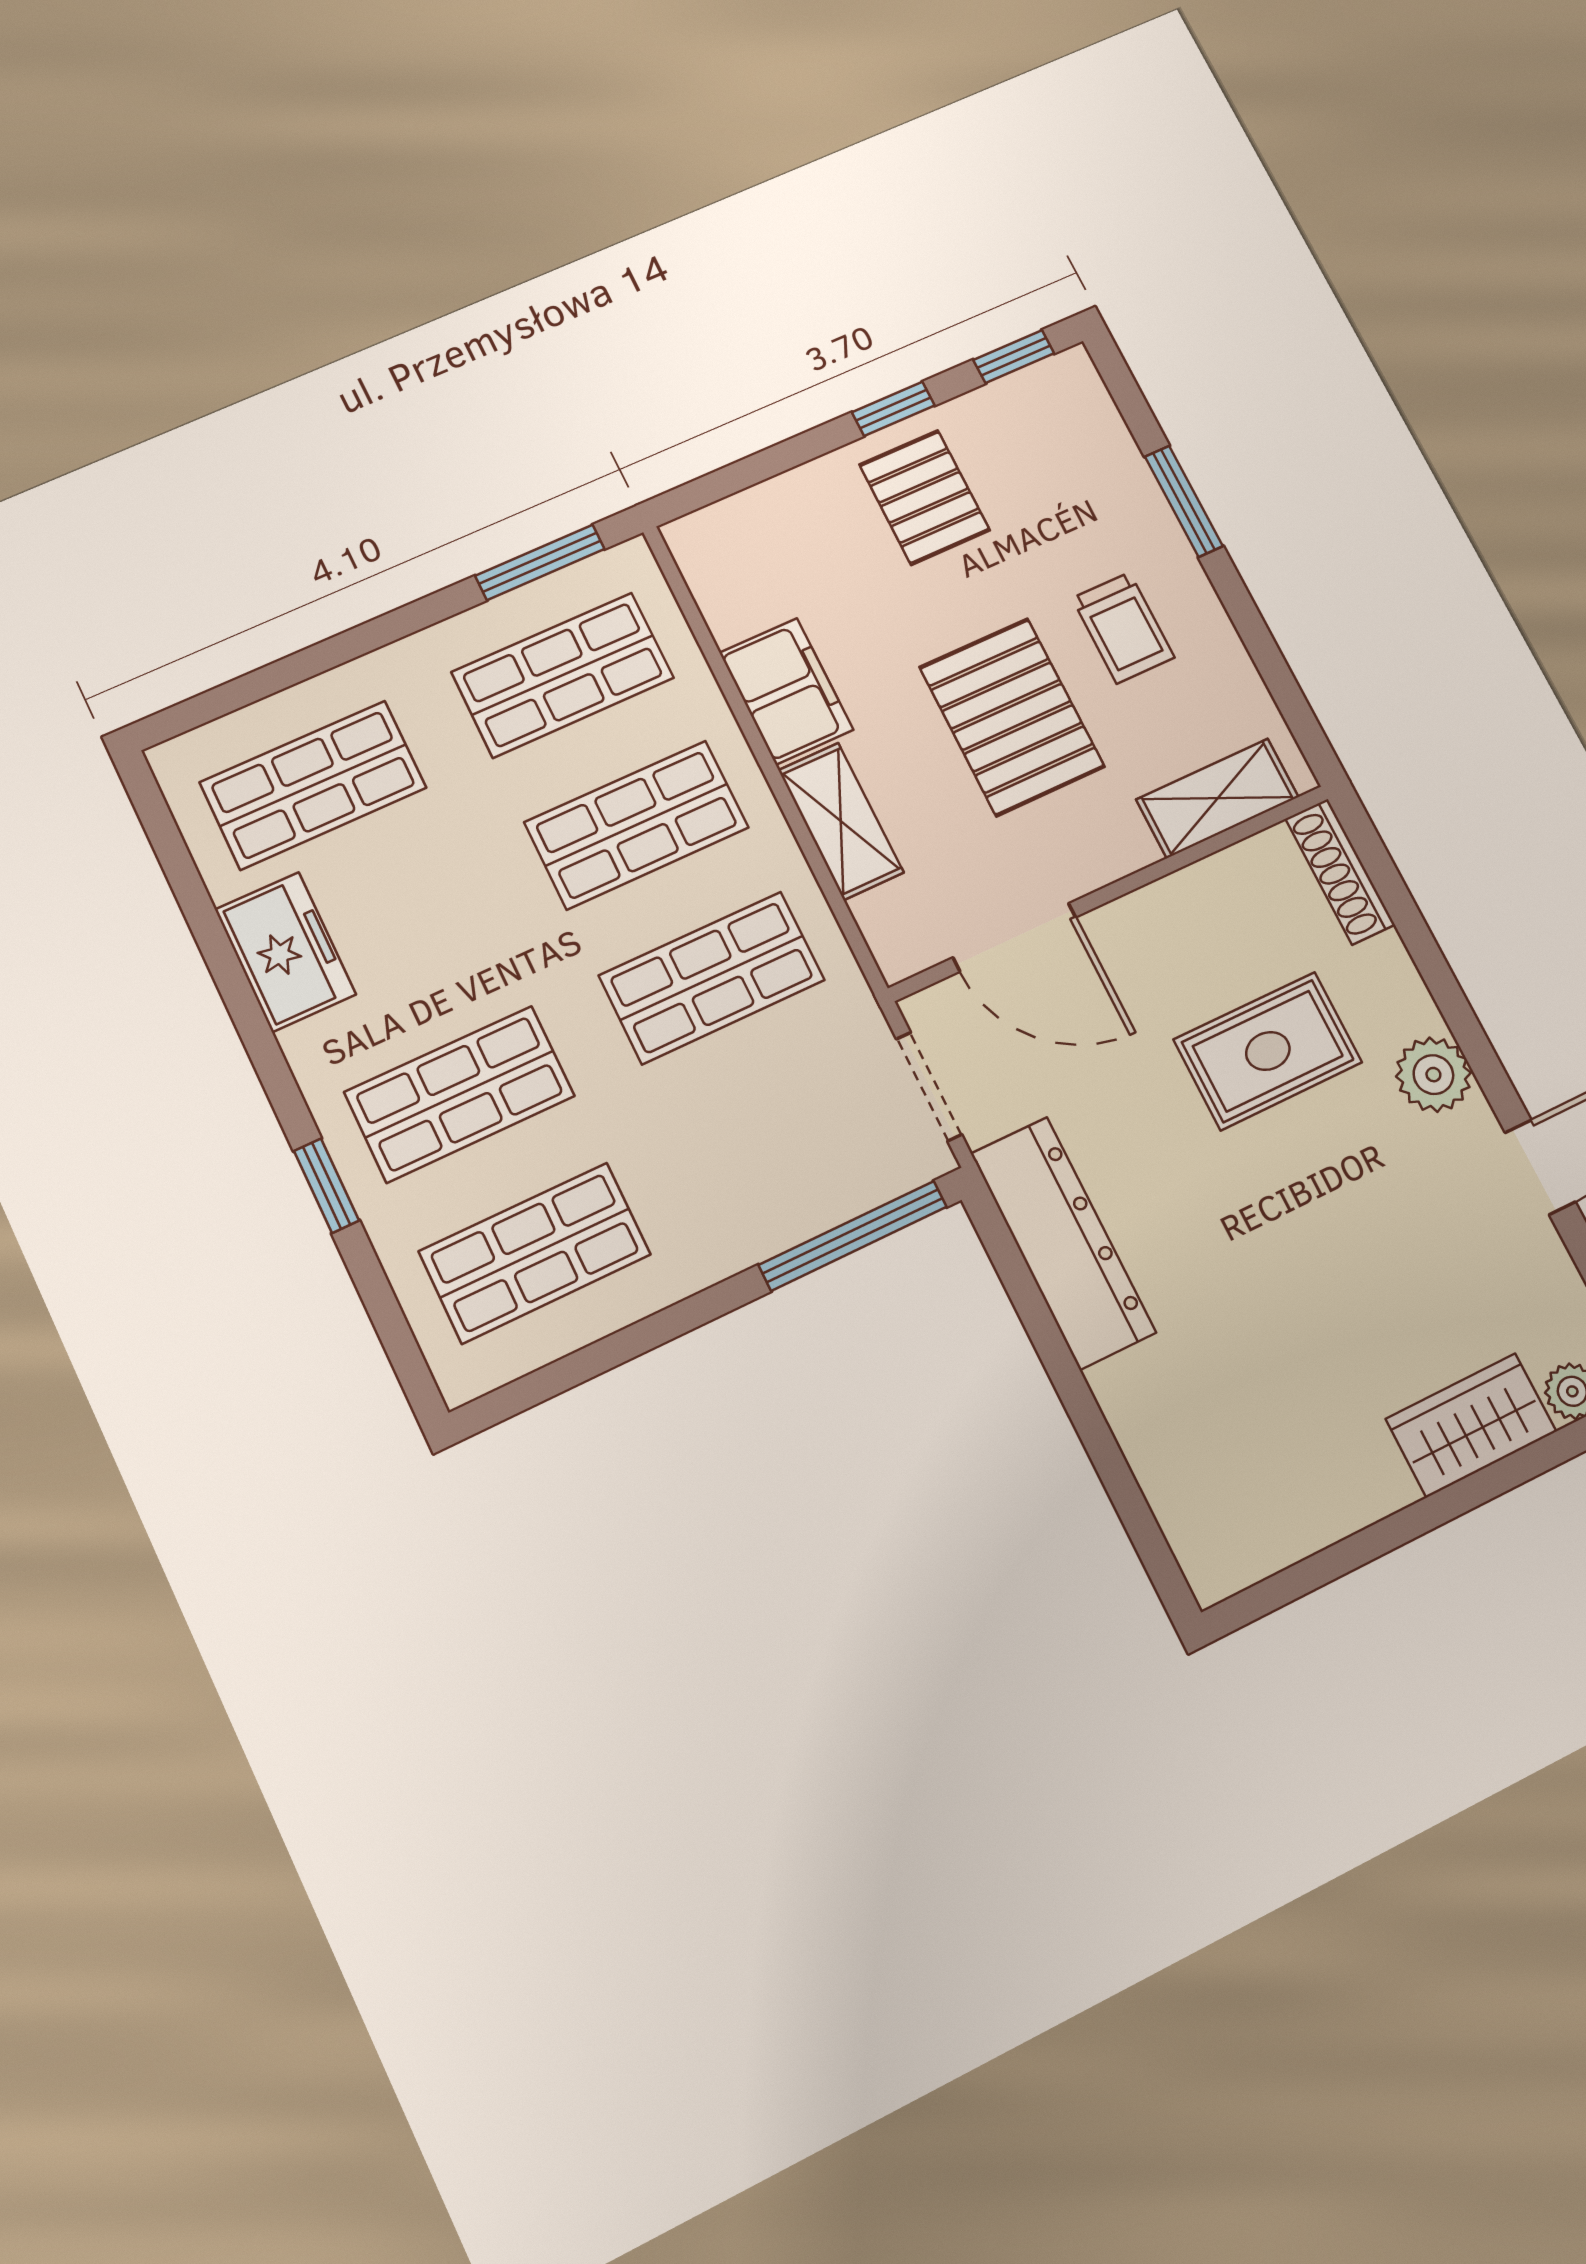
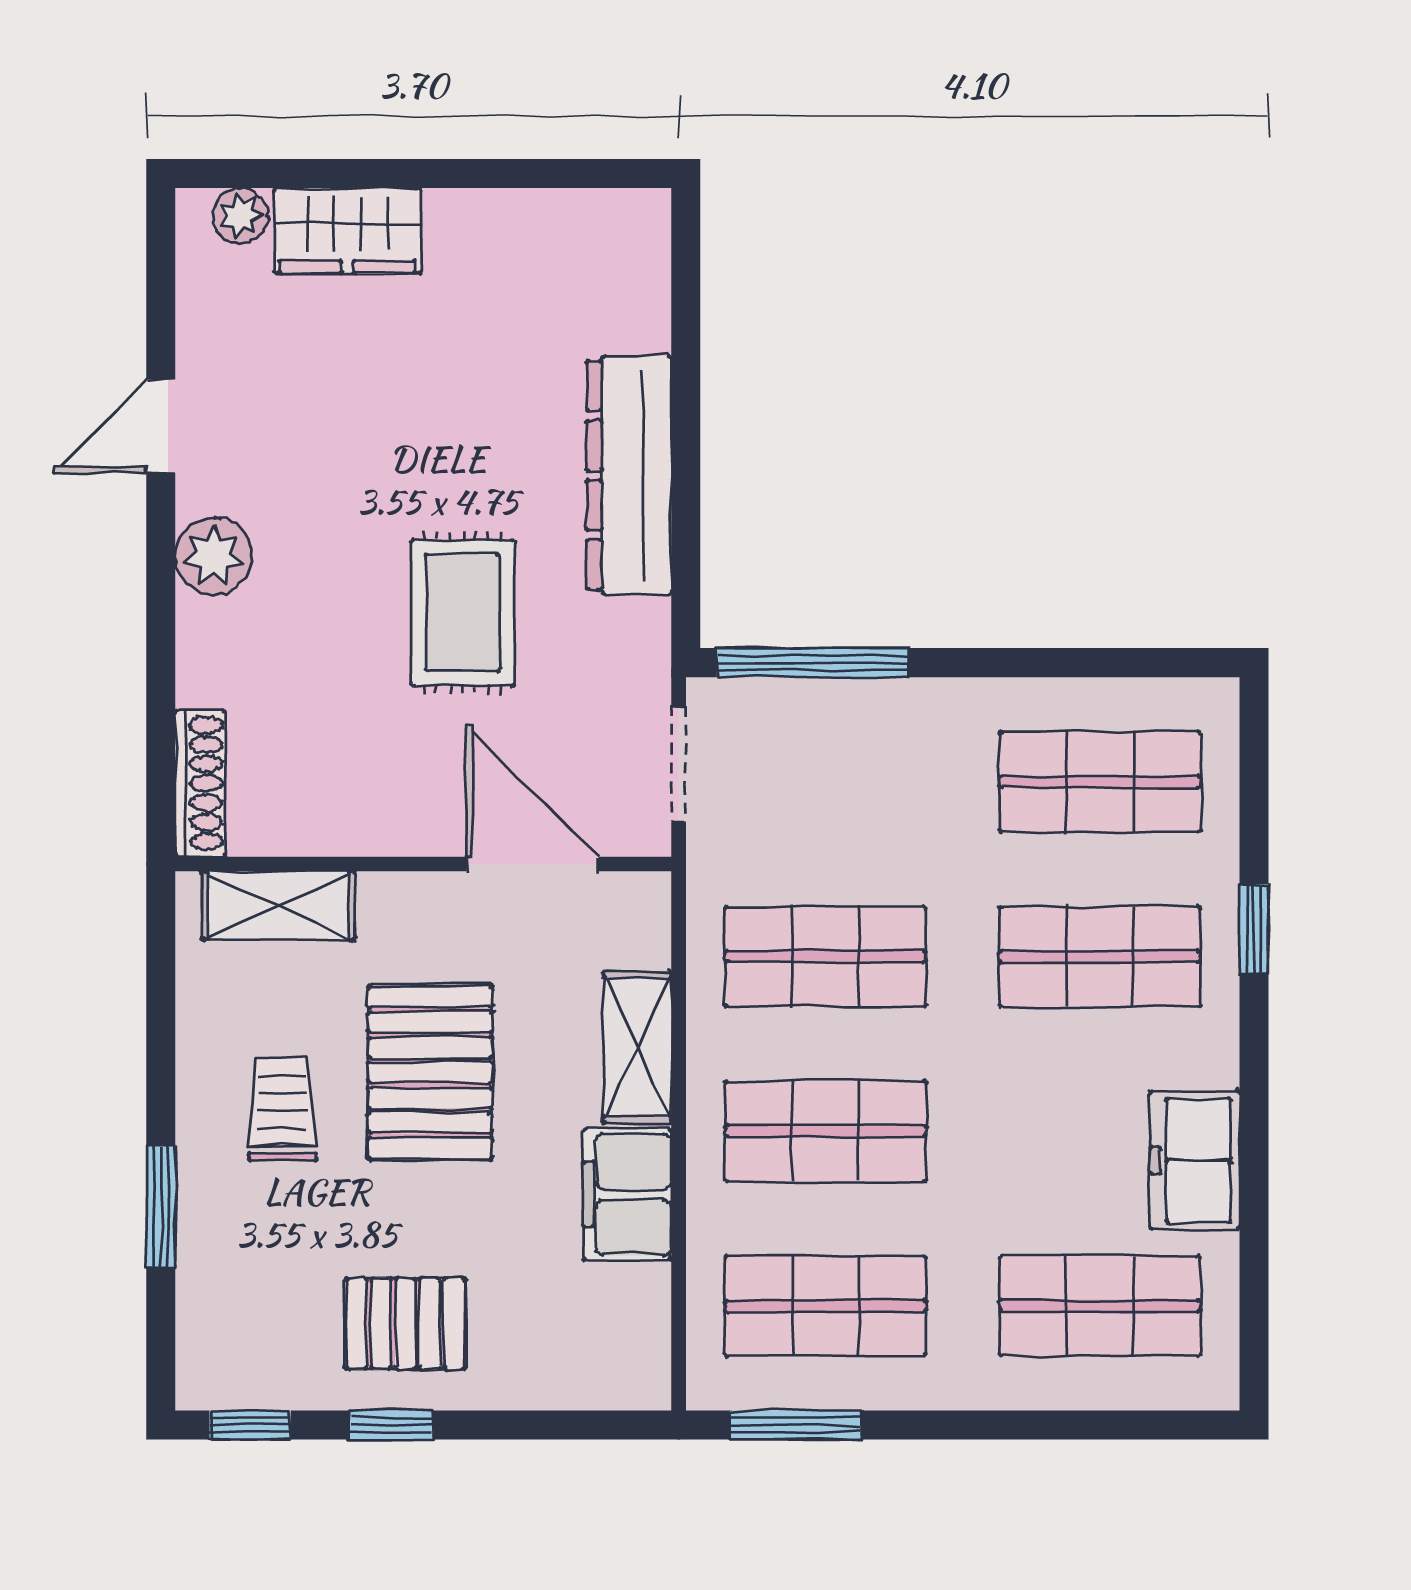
pallet: (924, 497) -> (405, 1324), turned 90
rug: (1268, 1051) -> (463, 613), moved, turned 90
dresser: (1063, 1243) -> (629, 475), moved

